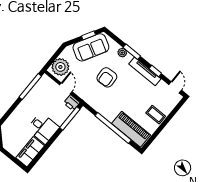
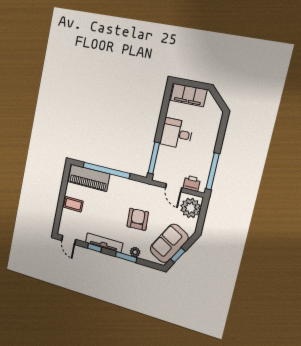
printer: (72, 103) -> (192, 183), moved
filing cabinet: (30, 152) -> (189, 95), moved, turned 90

